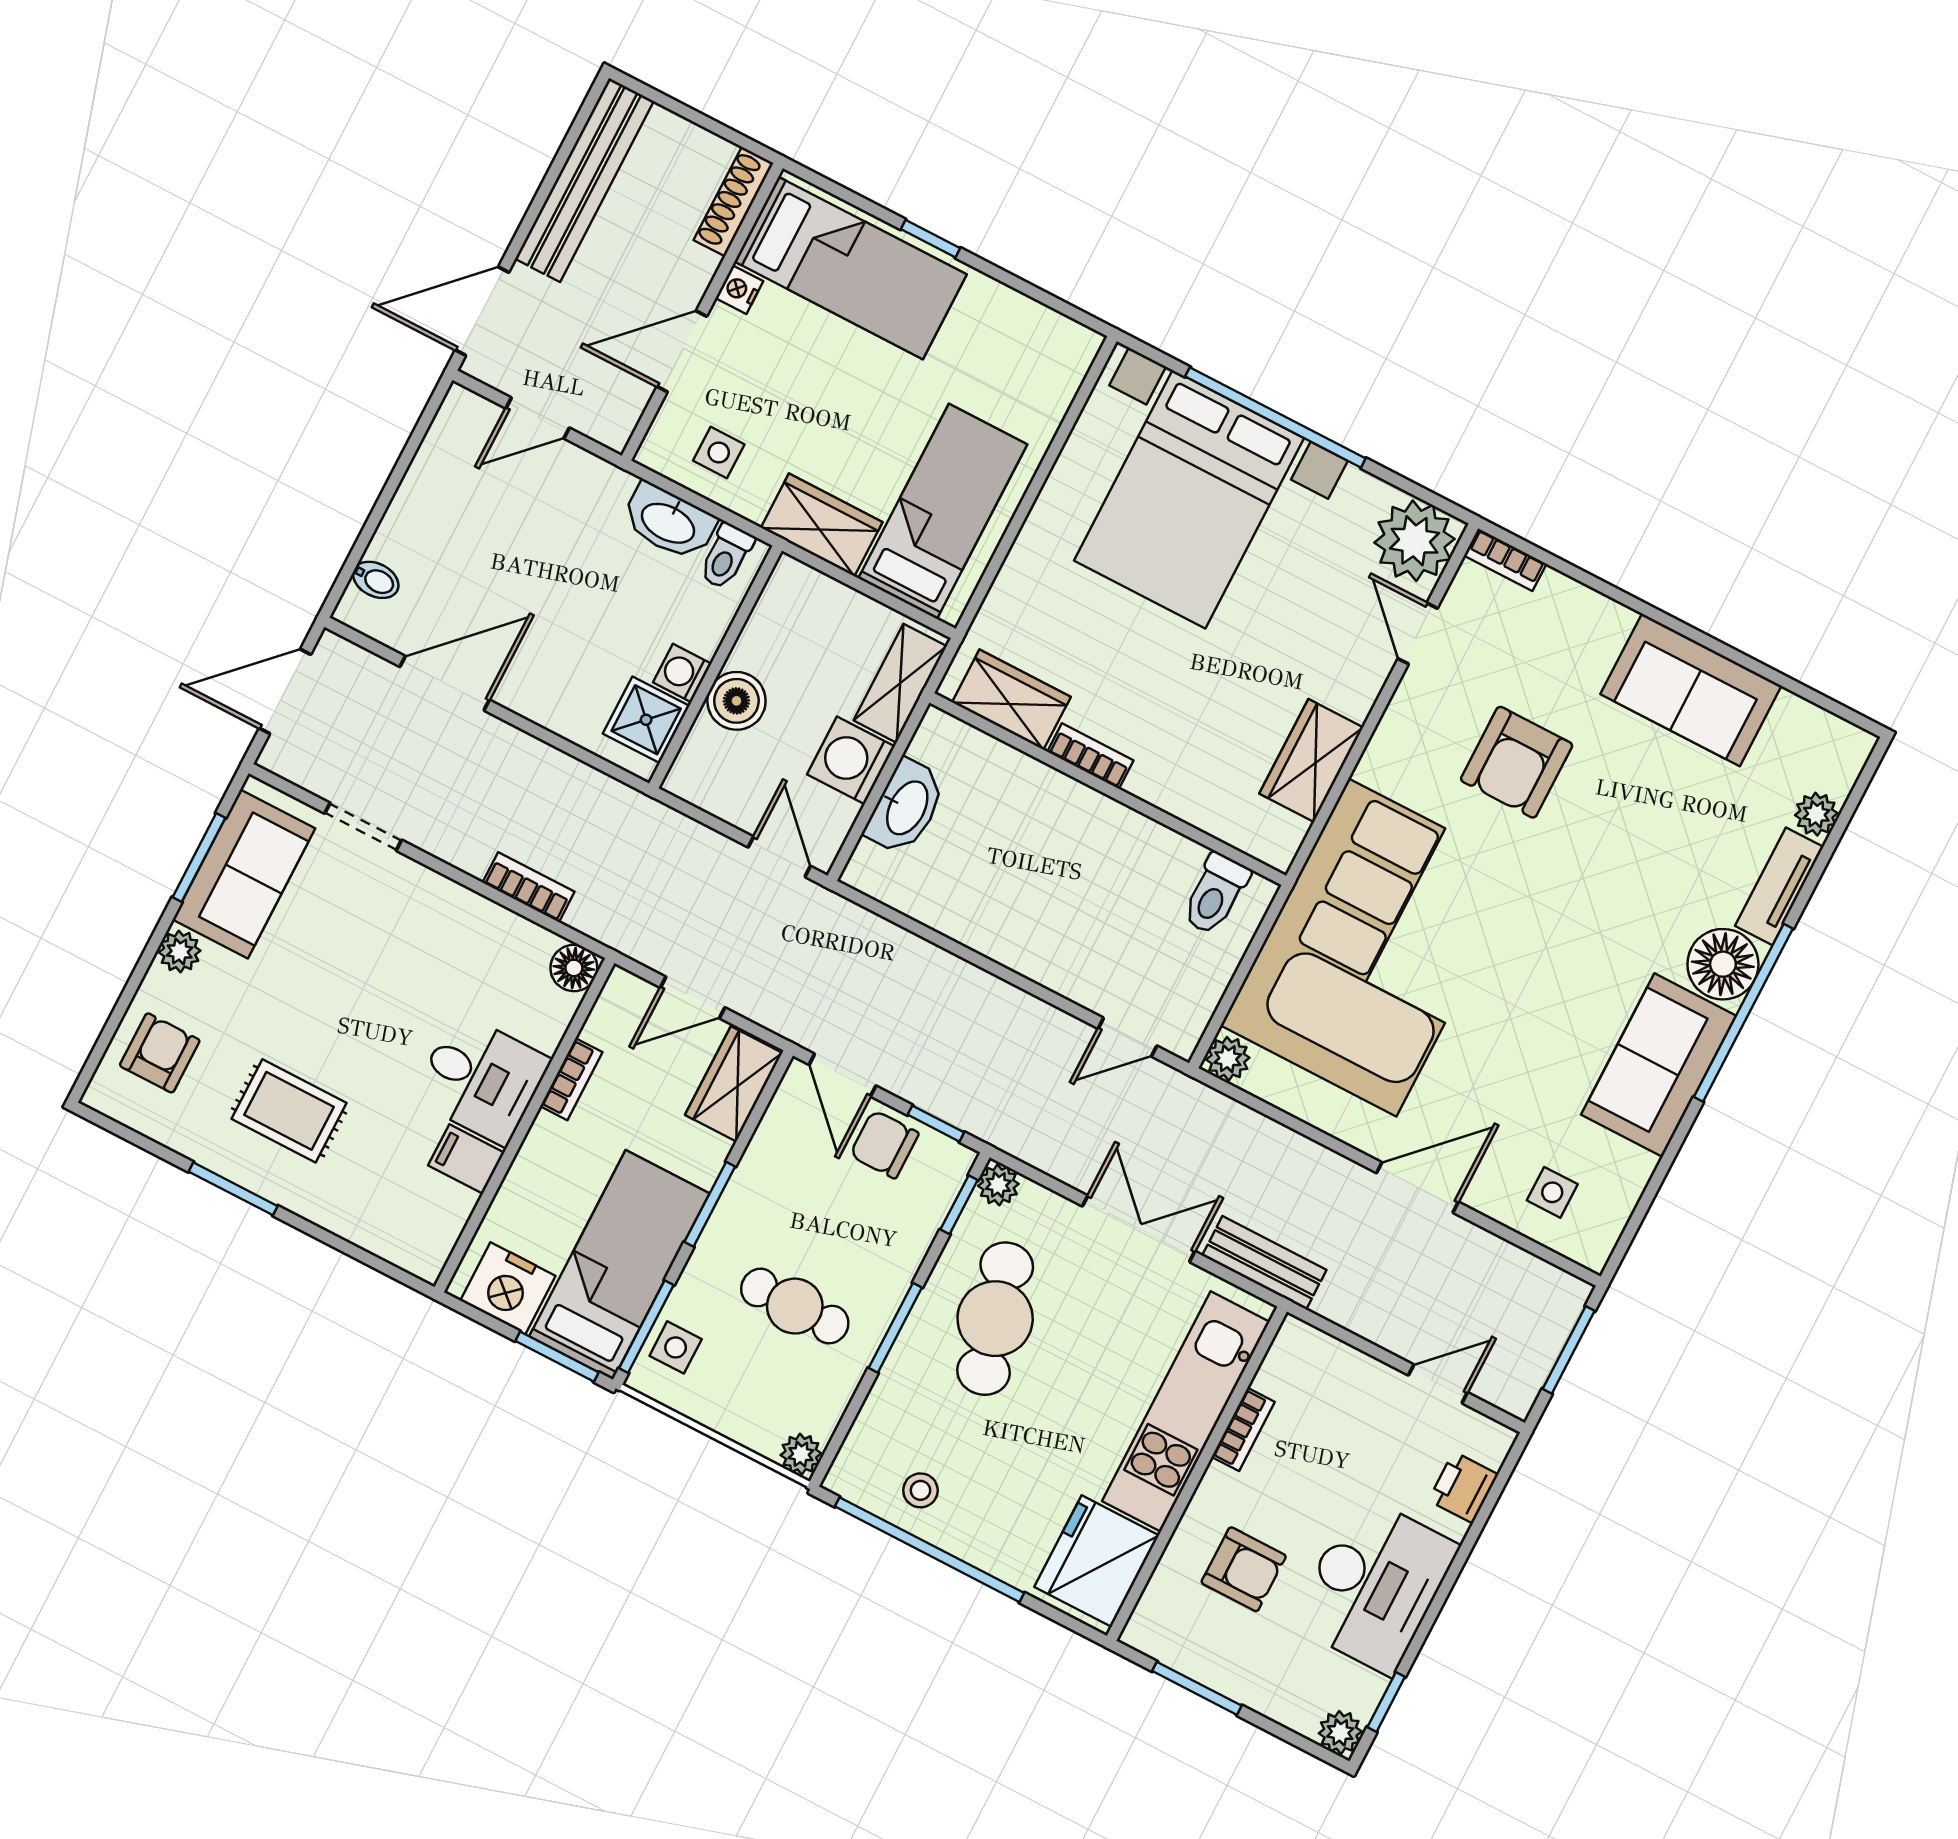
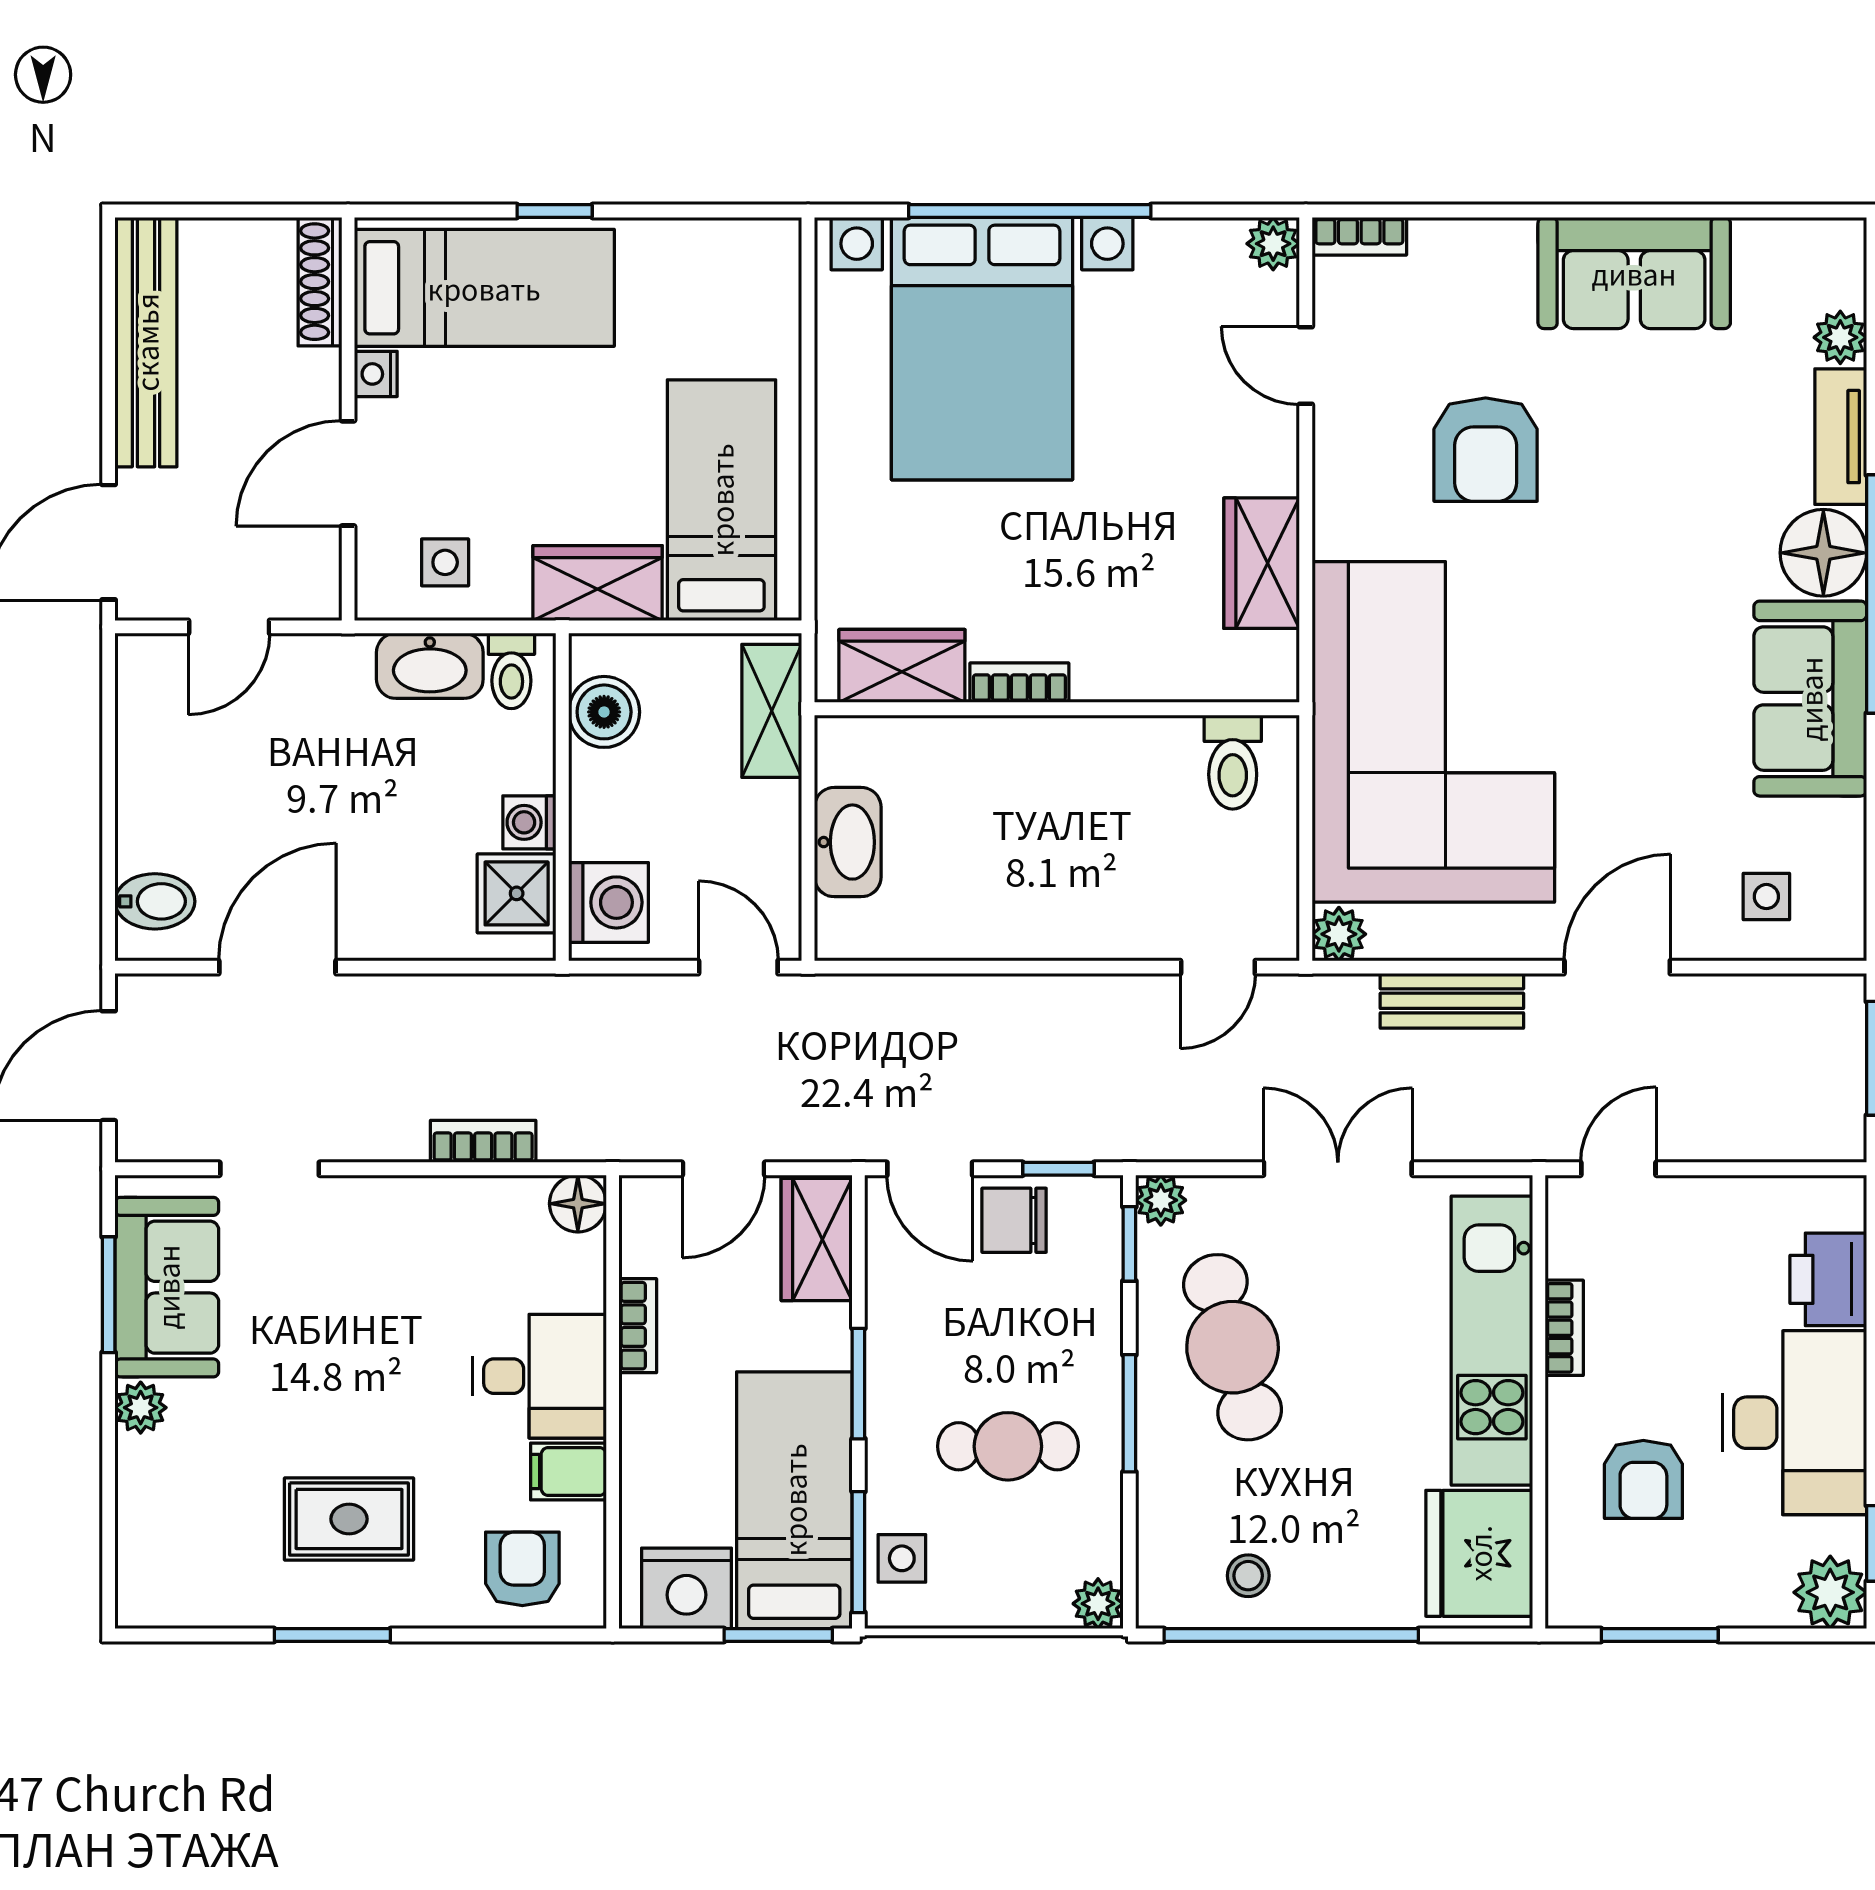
plant: (1414, 541) -> (1273, 244), width x0.53, depth x0.53
bidet: (376, 580) -> (155, 901), width x1.38, depth x1.36
boiler: (736, 701) -> (604, 712), moved
washing machine: (851, 760) -> (608, 902), moved, turned 180
armchair: (160, 1053) -> (522, 1569), moved
bench: (1264, 1263) -> (1452, 1001), moved
door: (1438, 1384) -> (1618, 1169), moved
printer: (1463, 1487) -> (1828, 1279), width x1.36, depth x1.24
armchair: (1244, 1569) -> (1643, 1479), turned 90
plant: (1340, 1732) -> (1830, 1592), width x1.38, depth x1.38

